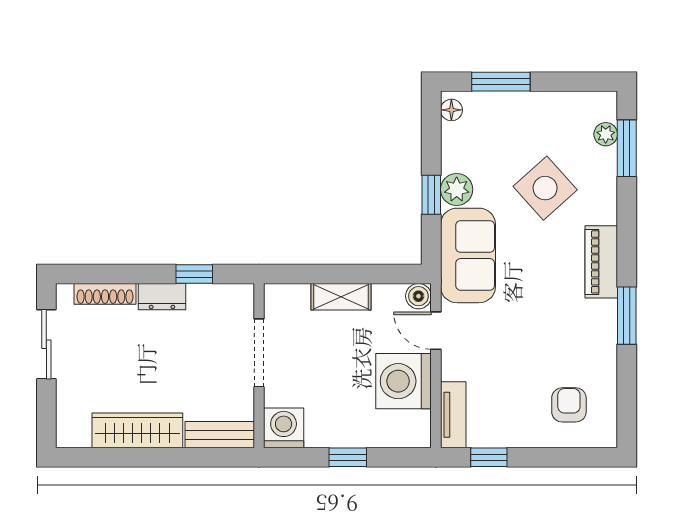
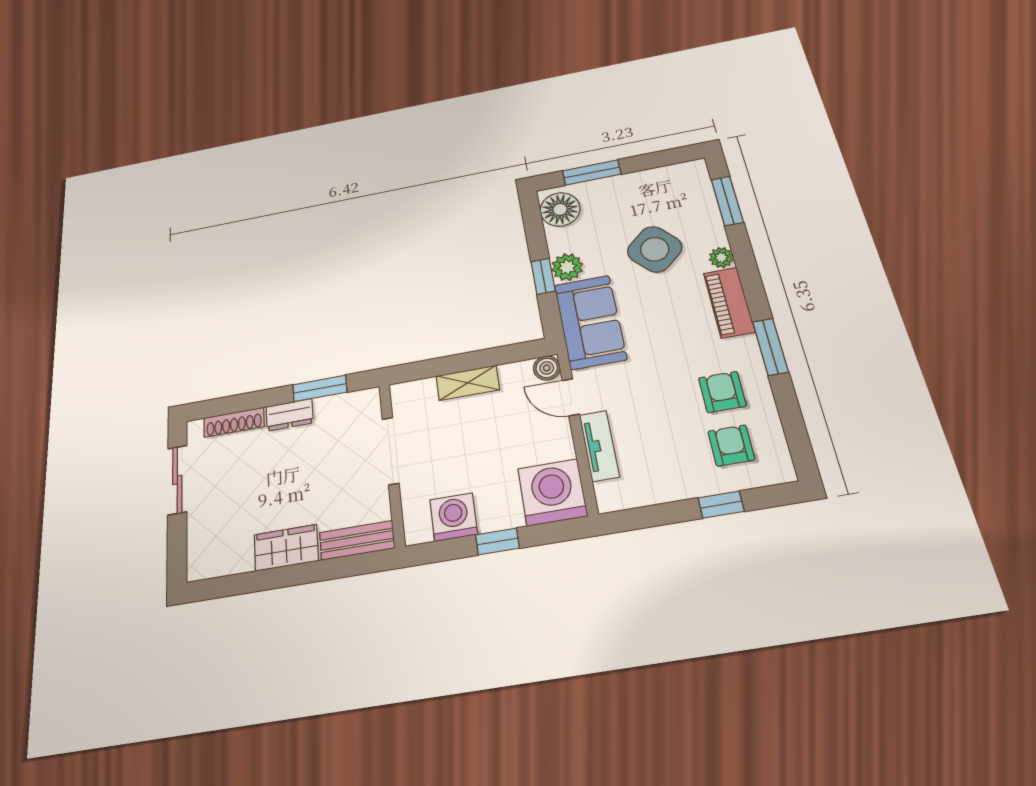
floor lamp: (451, 110) -> (560, 209), width x1.89, depth x1.89
plant: (606, 134) -> (721, 258), moved
window: (194, 274) -> (320, 388), width x1.50
armchair: (573, 352) -> (722, 392), added
washing machine: (404, 381) -> (552, 492), moved, turned 90
tv unit: (453, 415) -> (599, 446), moved
washing machine: (284, 428) -> (454, 517), moved
wardrobe: (137, 430) -> (286, 548), width x0.67
window: (489, 457) -> (721, 505), moved

